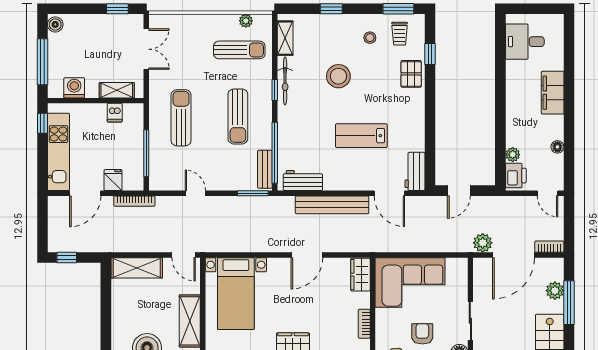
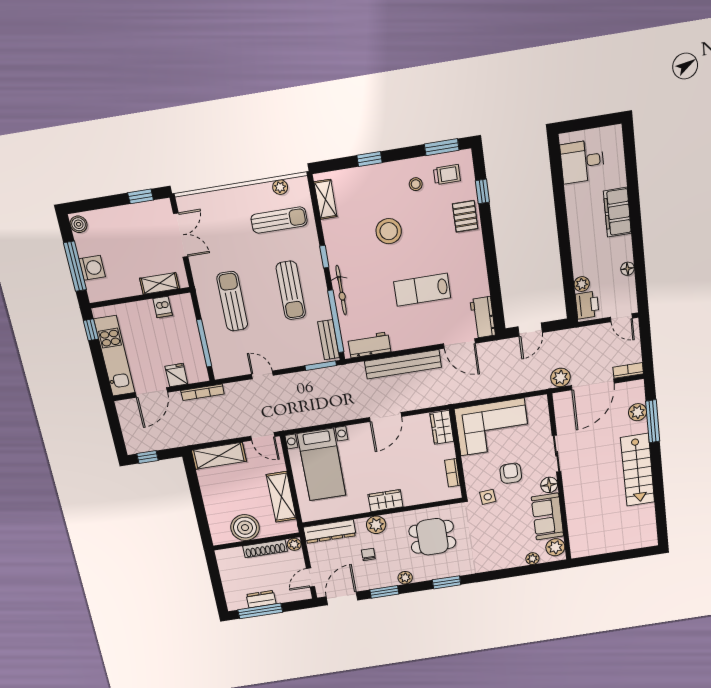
trolley: (400, 34) -> (447, 175), turned -90
bicycle: (285, 81) -> (341, 290), moved
washing machine: (74, 88) -> (92, 268), moved, turned 90

